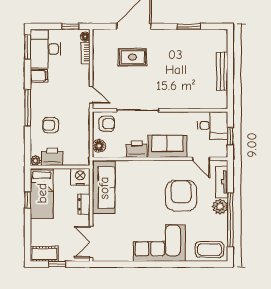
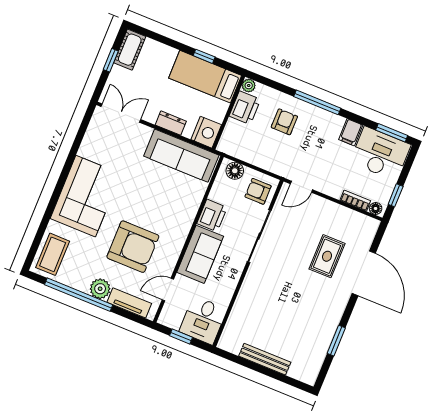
armchair: (107, 124) -> (258, 191), turned 90

